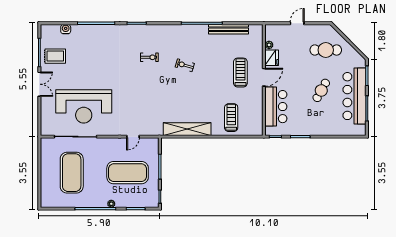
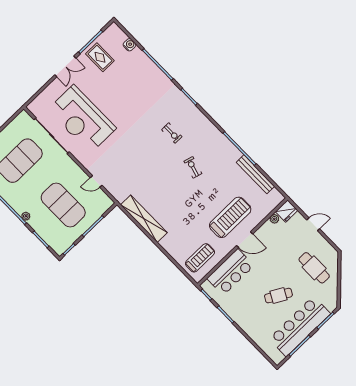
fridge: (272, 58) -> (287, 211), moved
treadmill: (240, 73) -> (230, 217), width x1.37, depth x1.38
treadmill: (231, 118) -> (200, 258), moved

